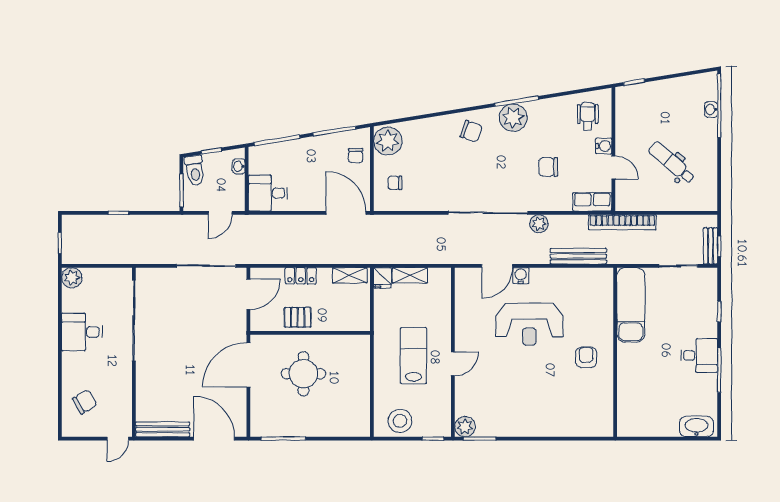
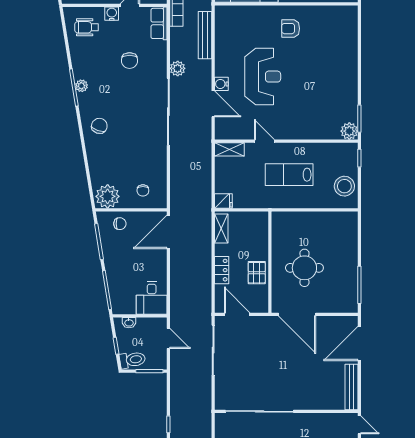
plant: (513, 118) -> (81, 86), width x0.53, depth x0.53
shelving: (410, 275) -> (229, 149), moved, turned 90
door: (453, 364) -> (264, 141), moved

